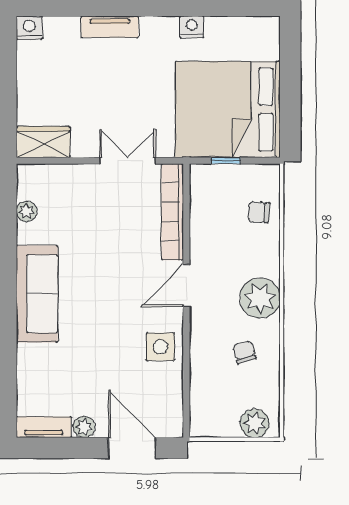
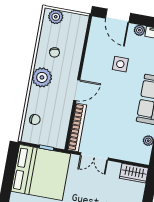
side table: (160, 347) -> (120, 64), moved

